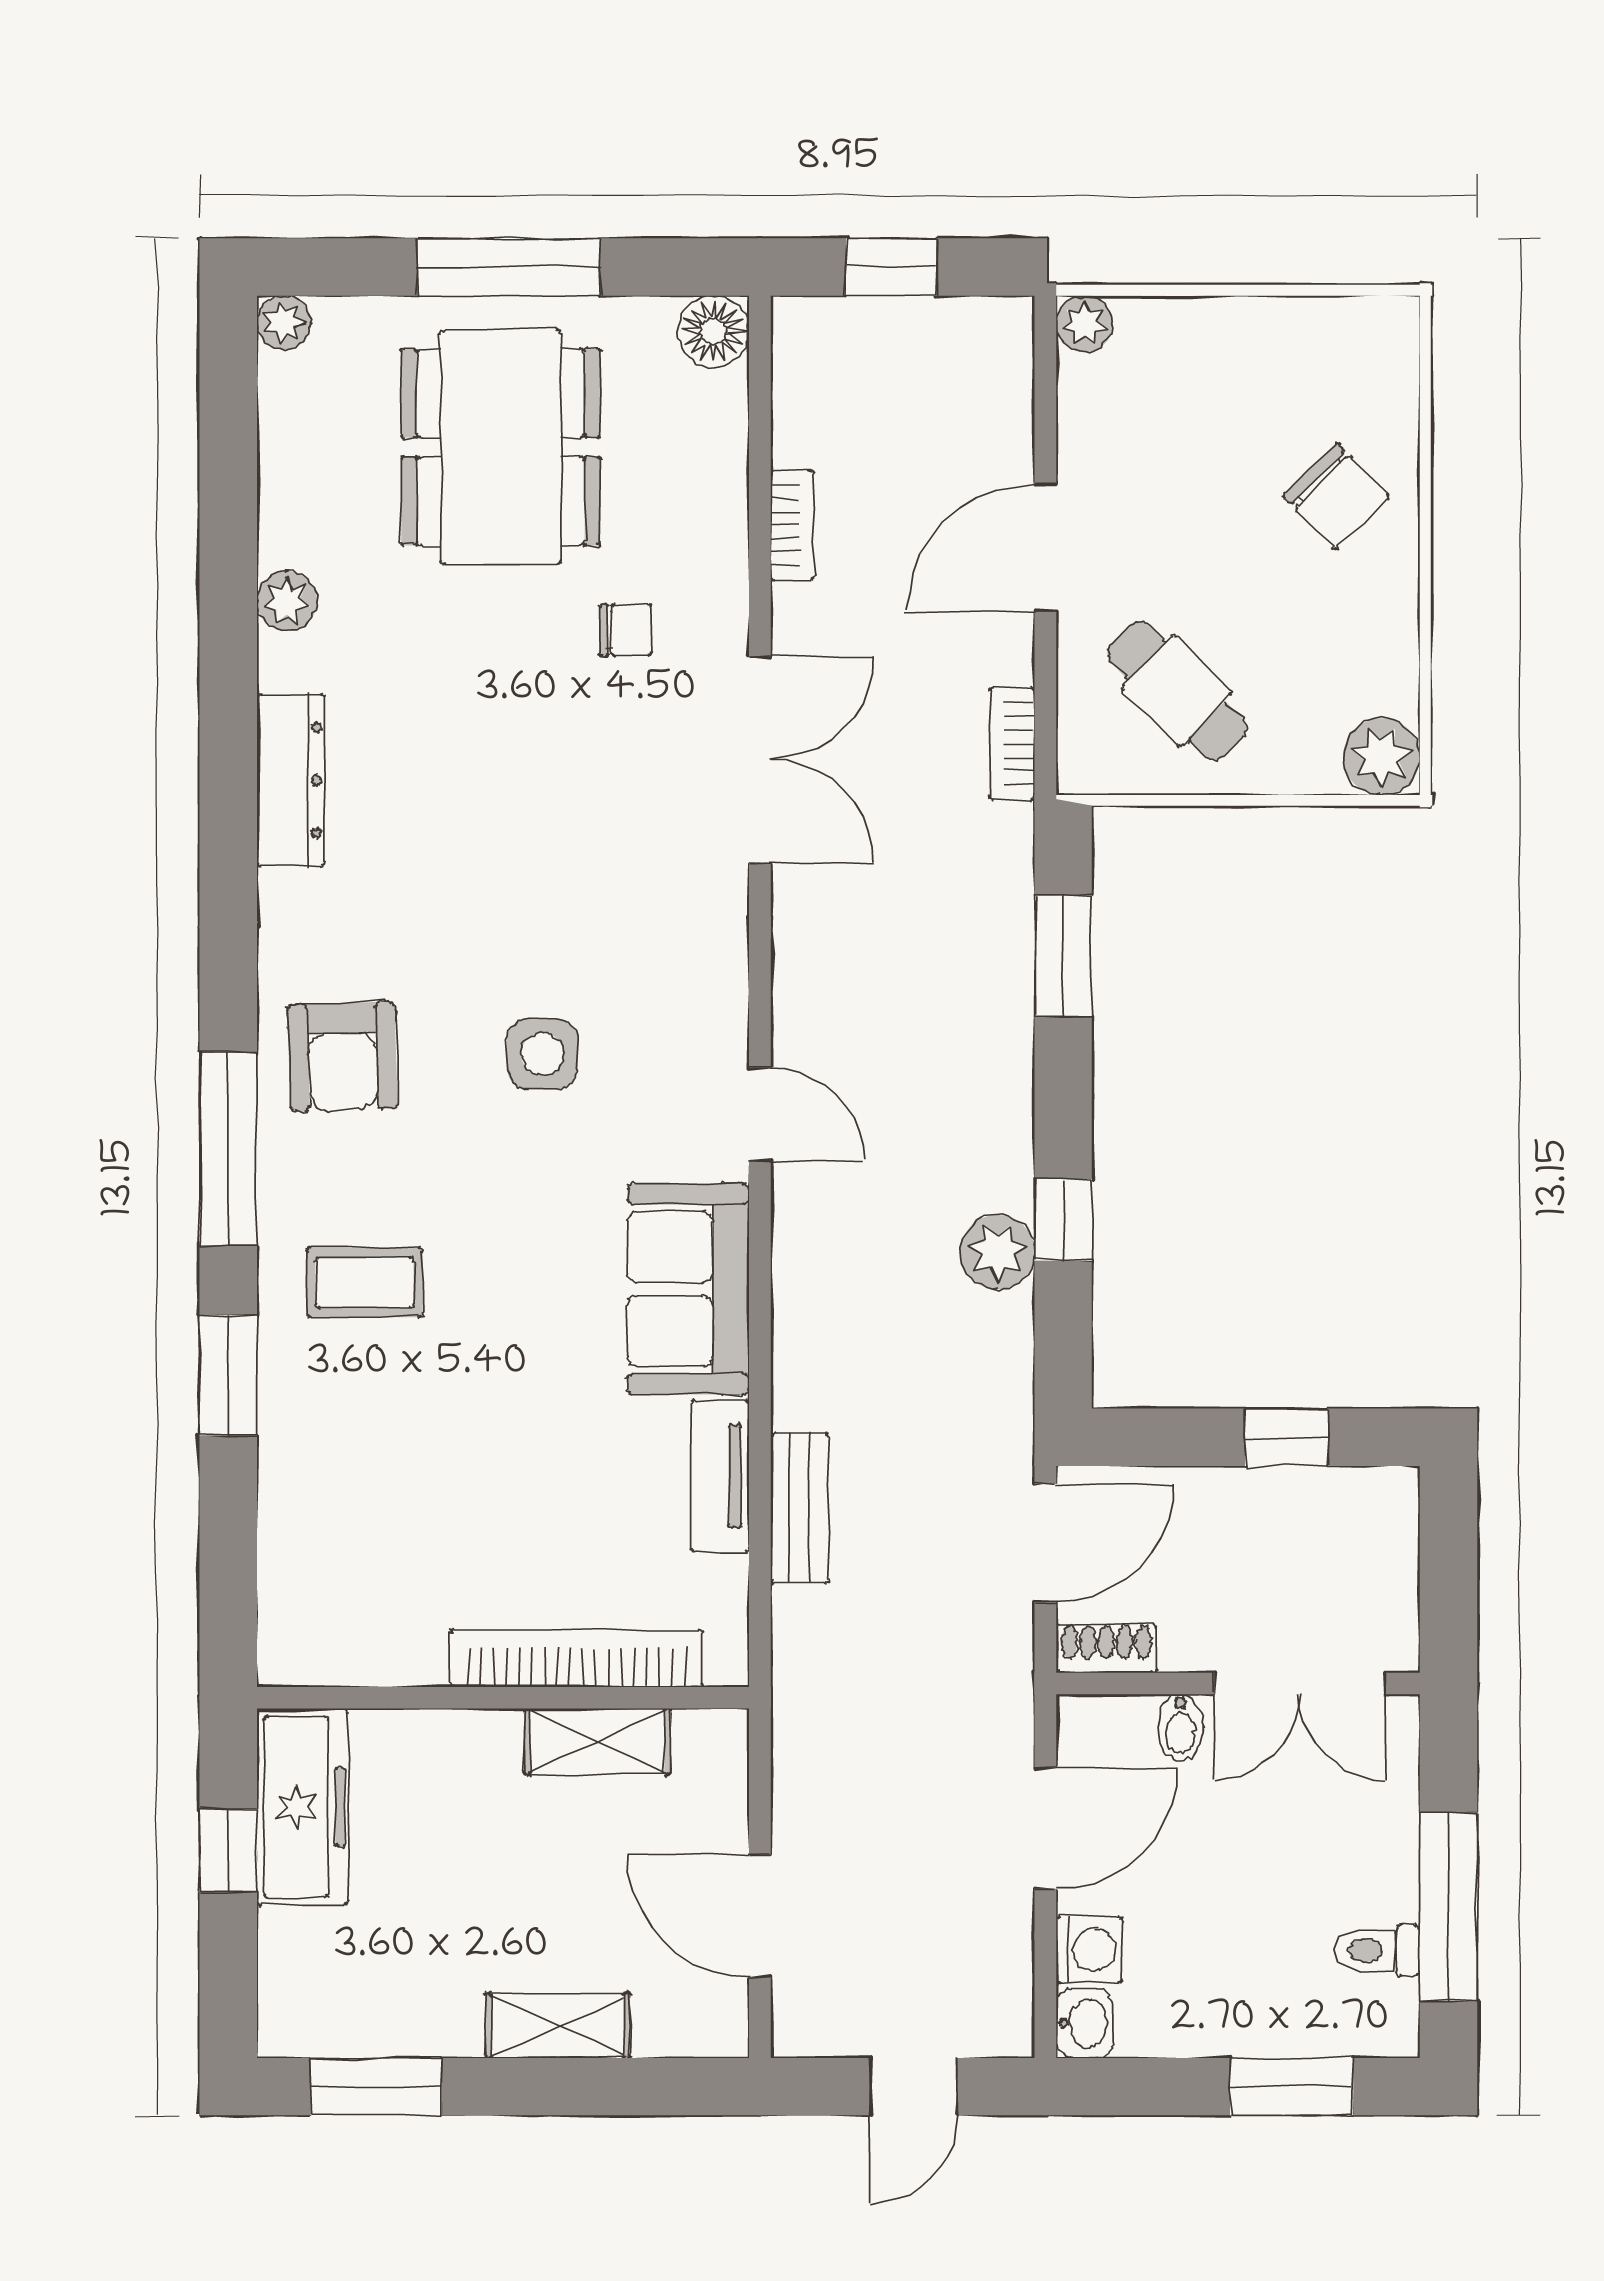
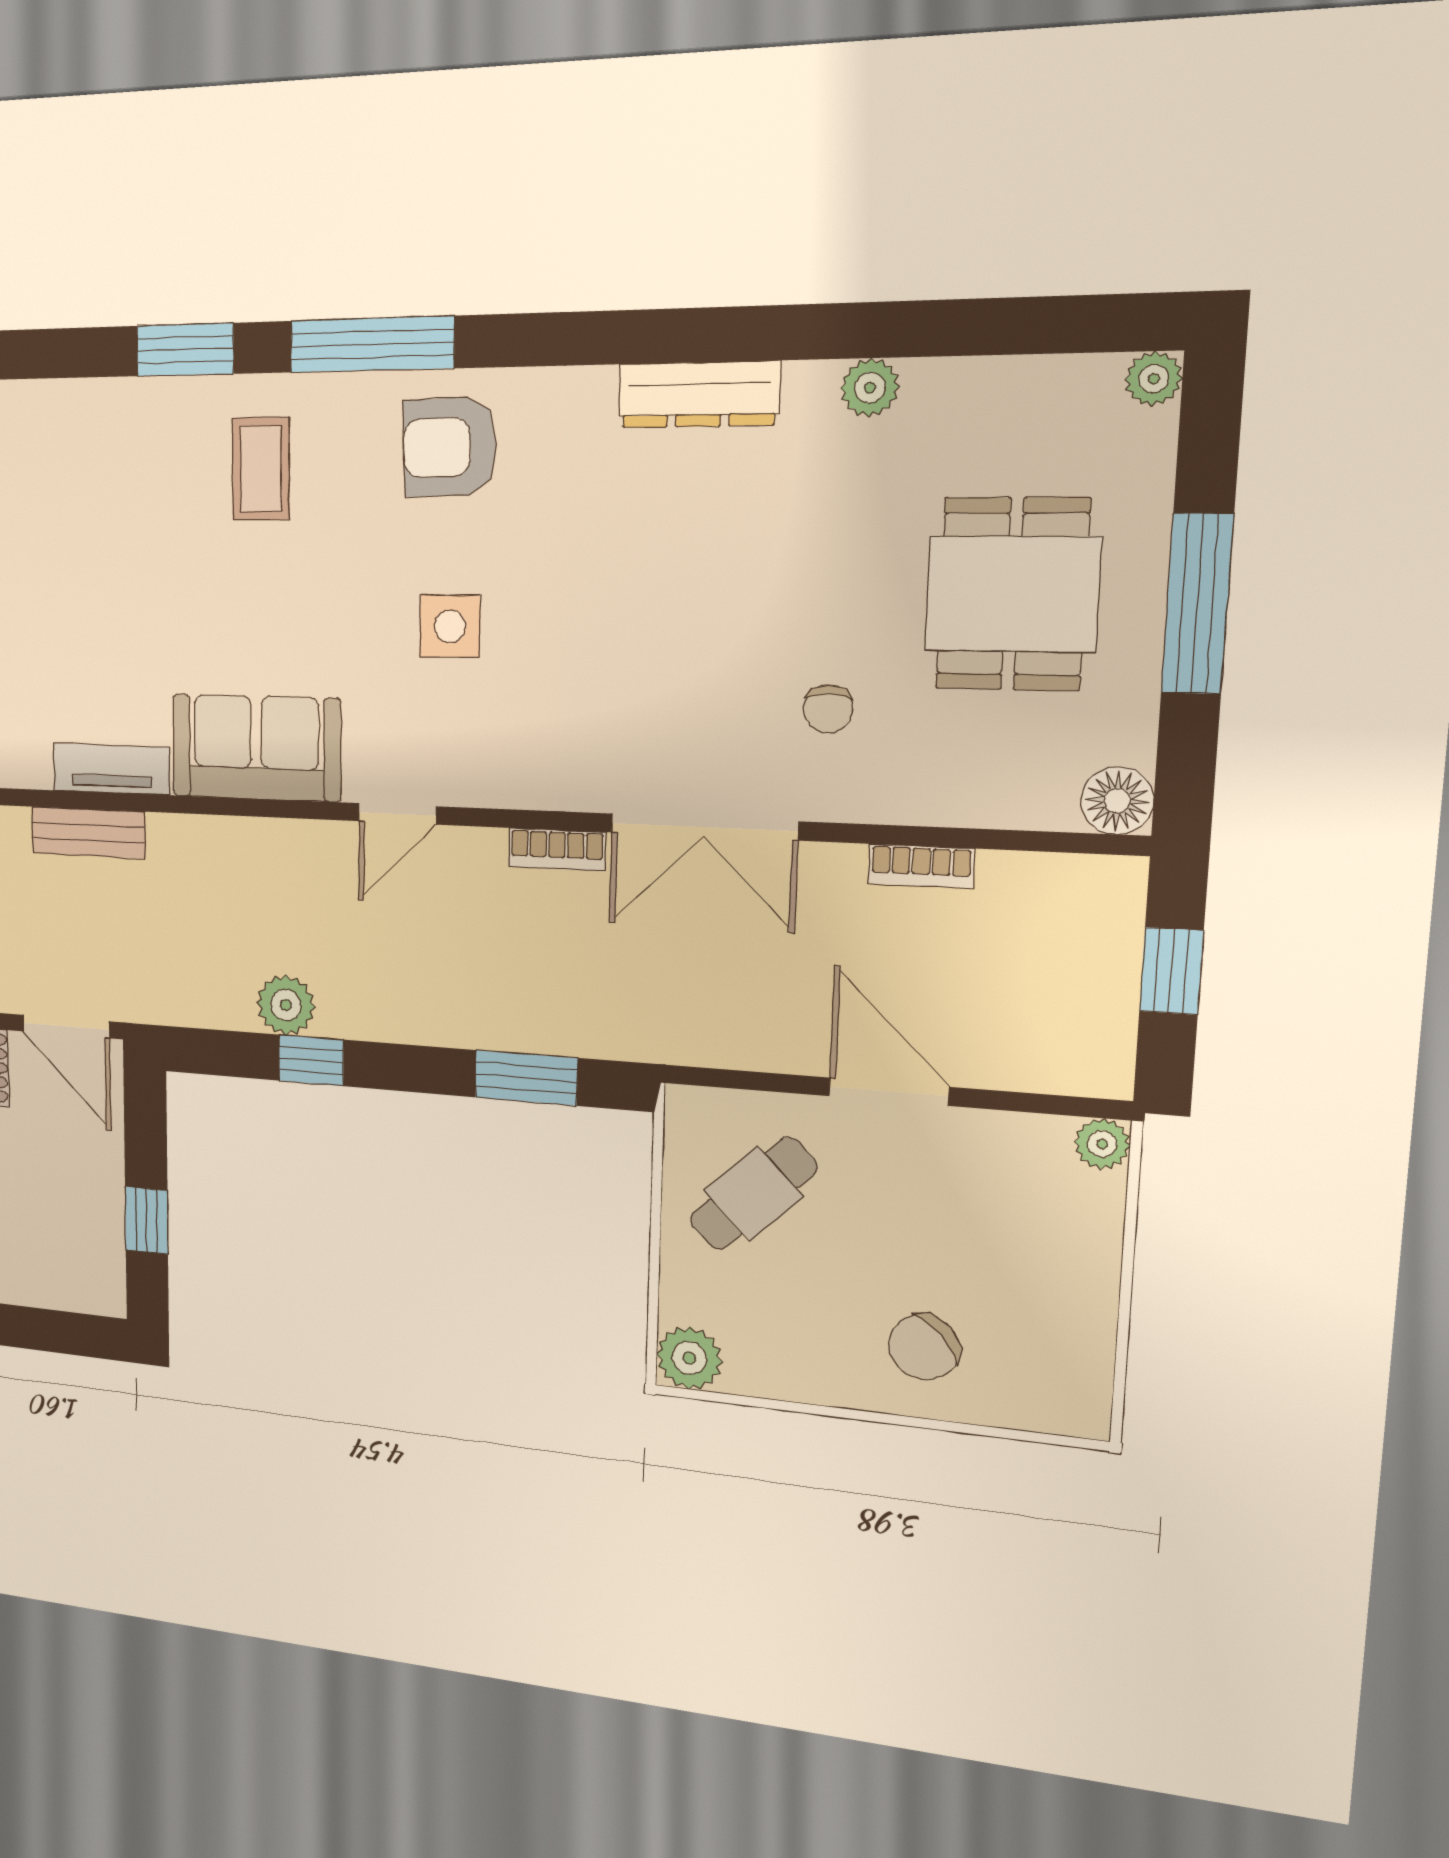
dining table: (501, 447) -> (1012, 594), width x0.73
bookcase: (1012, 744) -> (557, 850), moved, turned 180

